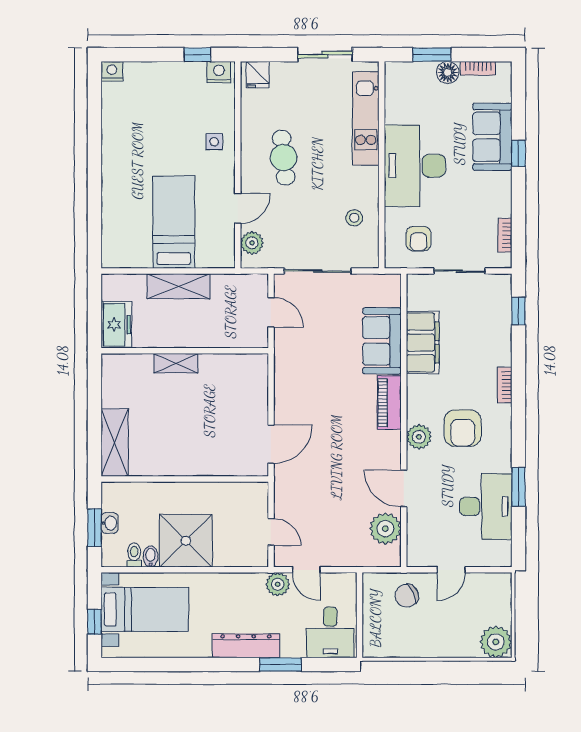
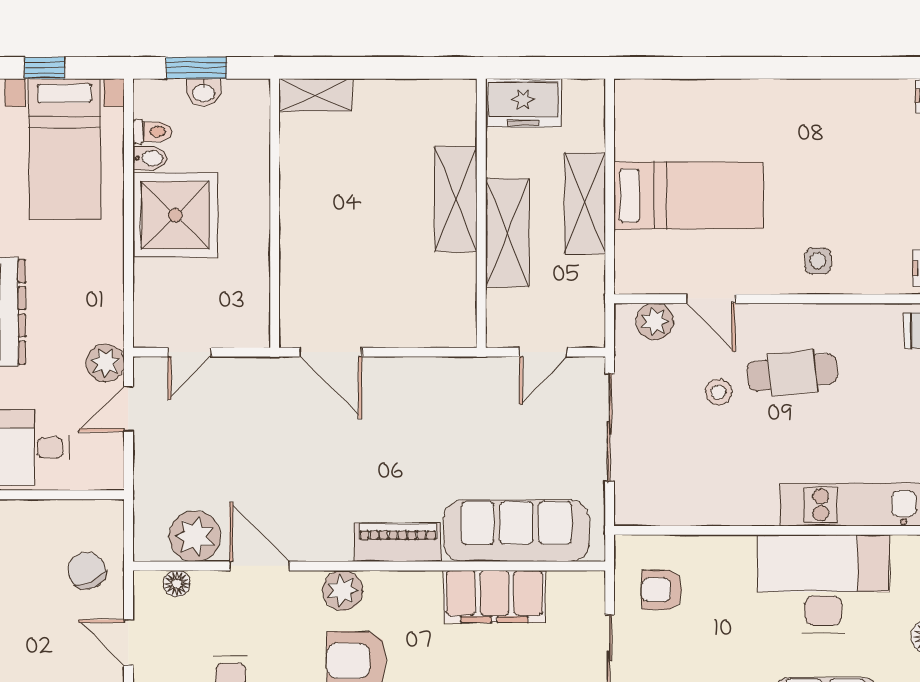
desk: (415, 166) -> (823, 584), moved
stool: (354, 218) -> (718, 392), moved
shelving: (197, 335) -> (507, 233), added
sofa: (382, 341) -> (516, 531), width x1.36
shelving: (176, 363) -> (456, 199), width x1.50, depth x1.33
shelving: (115, 443) -> (315, 95), width x0.67, depth x0.75
door: (404, 489) -> (259, 566), hinge flipped
floor lamp: (415, 540) -> (177, 584), added

